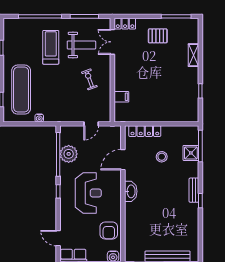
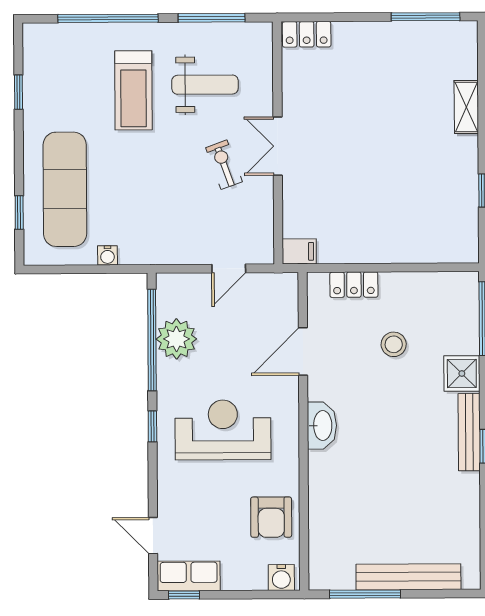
pallet: (158, 36) -> (383, 63), removed
double door: (112, 42) -> (278, 146), moved
treadmill: (51, 47) -> (133, 90), turned 180
filing cabinet: (121, 97) -> (299, 251), moved
locker: (145, 131) -> (354, 285), width x0.66
shower: (191, 153) -> (462, 373), moved
bench: (194, 190) -> (469, 432), width x1.36
reception desk: (88, 193) -> (223, 430), turned -90

